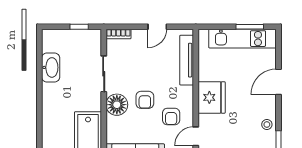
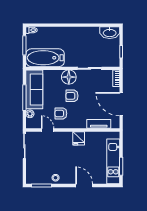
door: (157, 27) -> (121, 104), width x1.87
tv unit: (187, 60) -> (99, 124), width x0.71
washbasin: (51, 67) -> (110, 33), moved
fridge: (212, 97) -> (79, 138), width x0.53, depth x0.75

